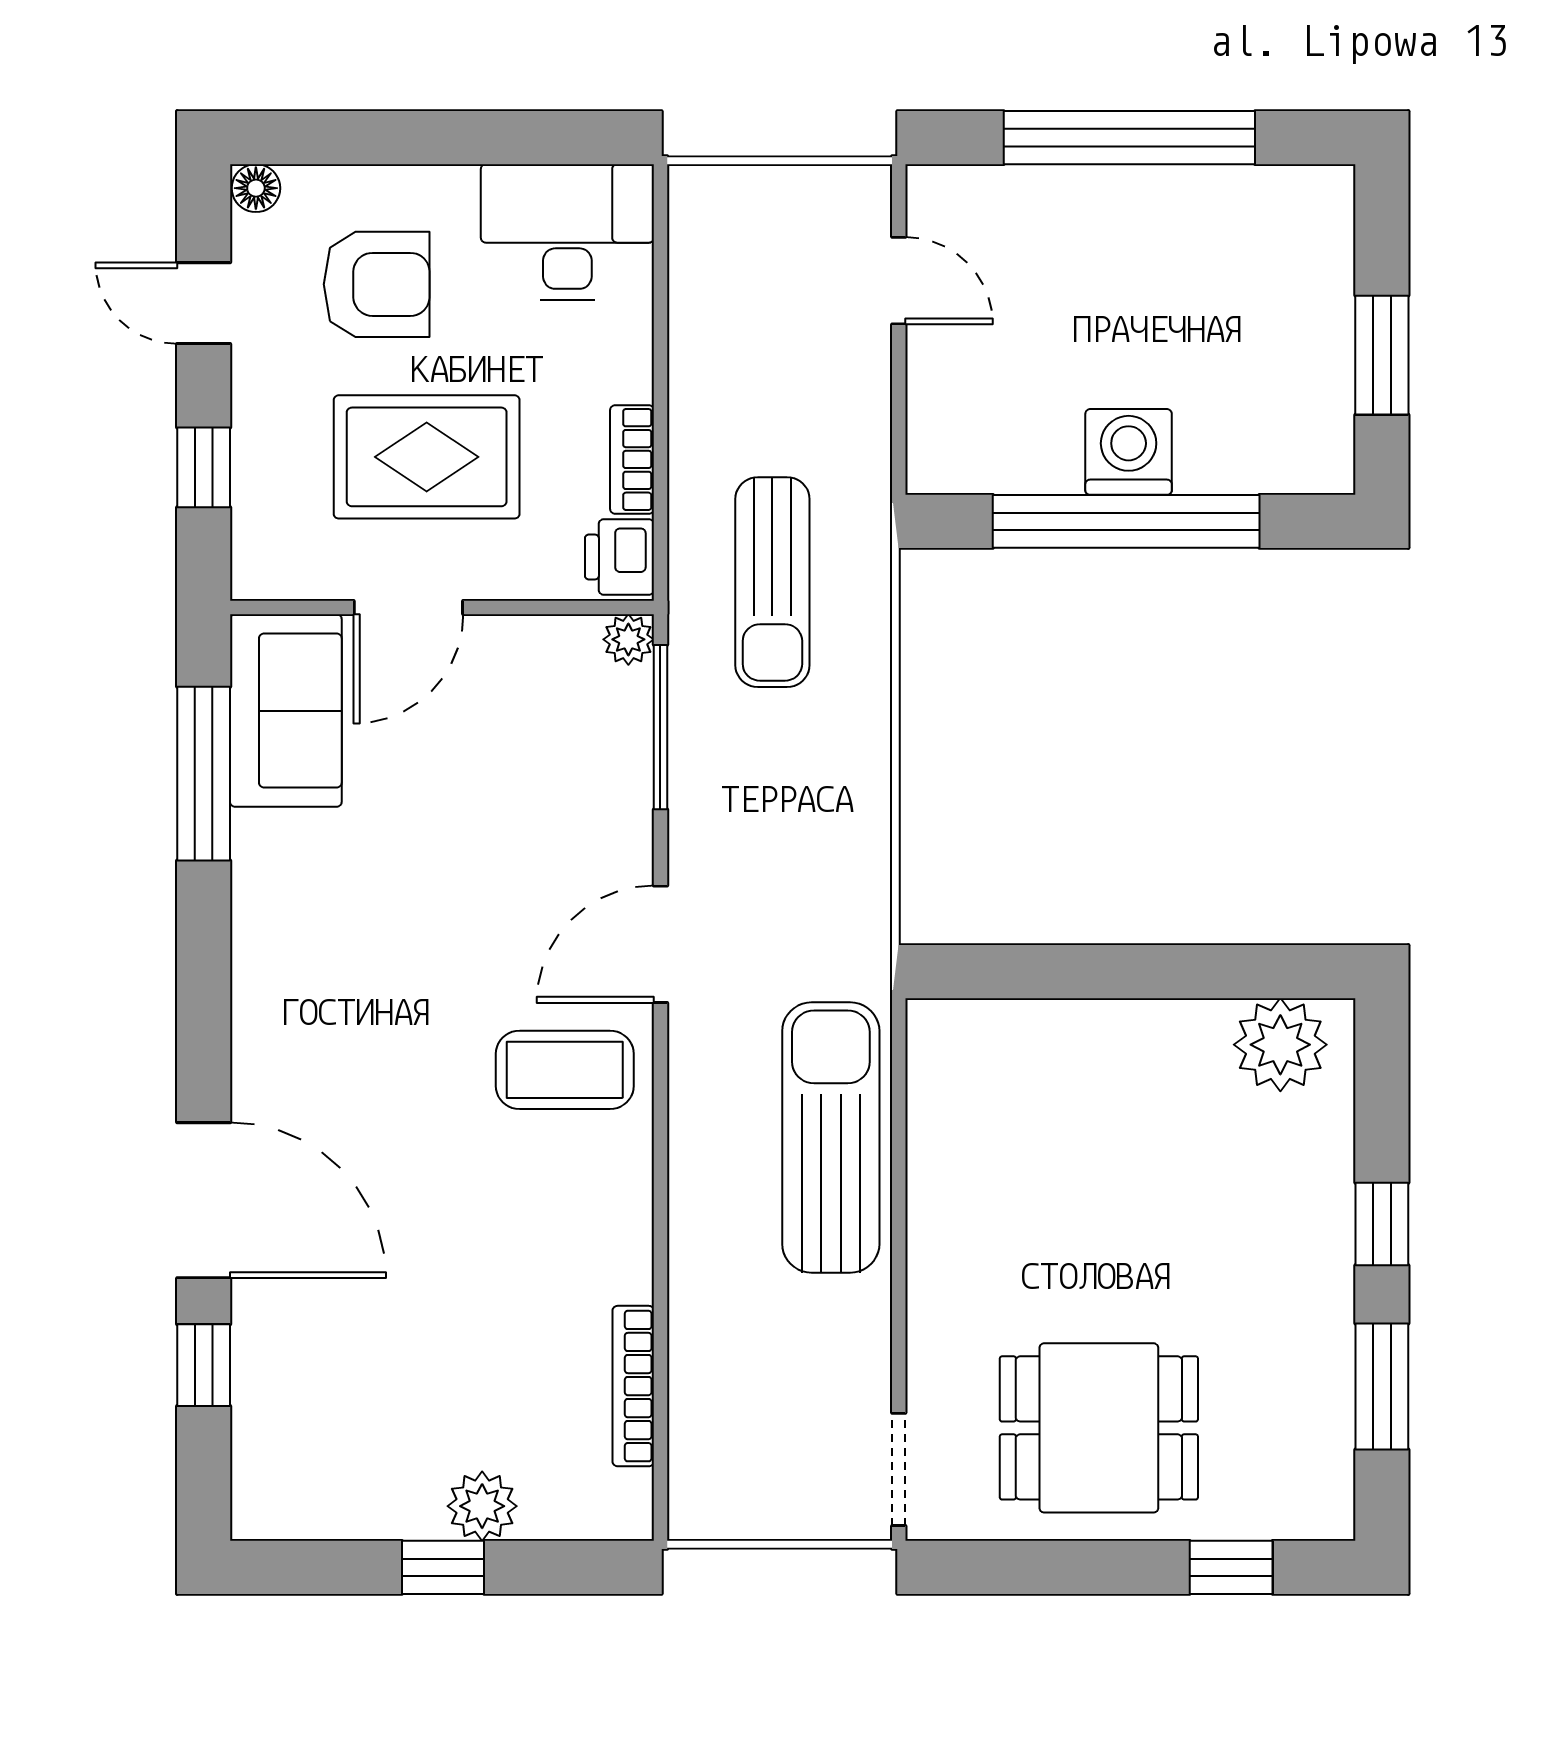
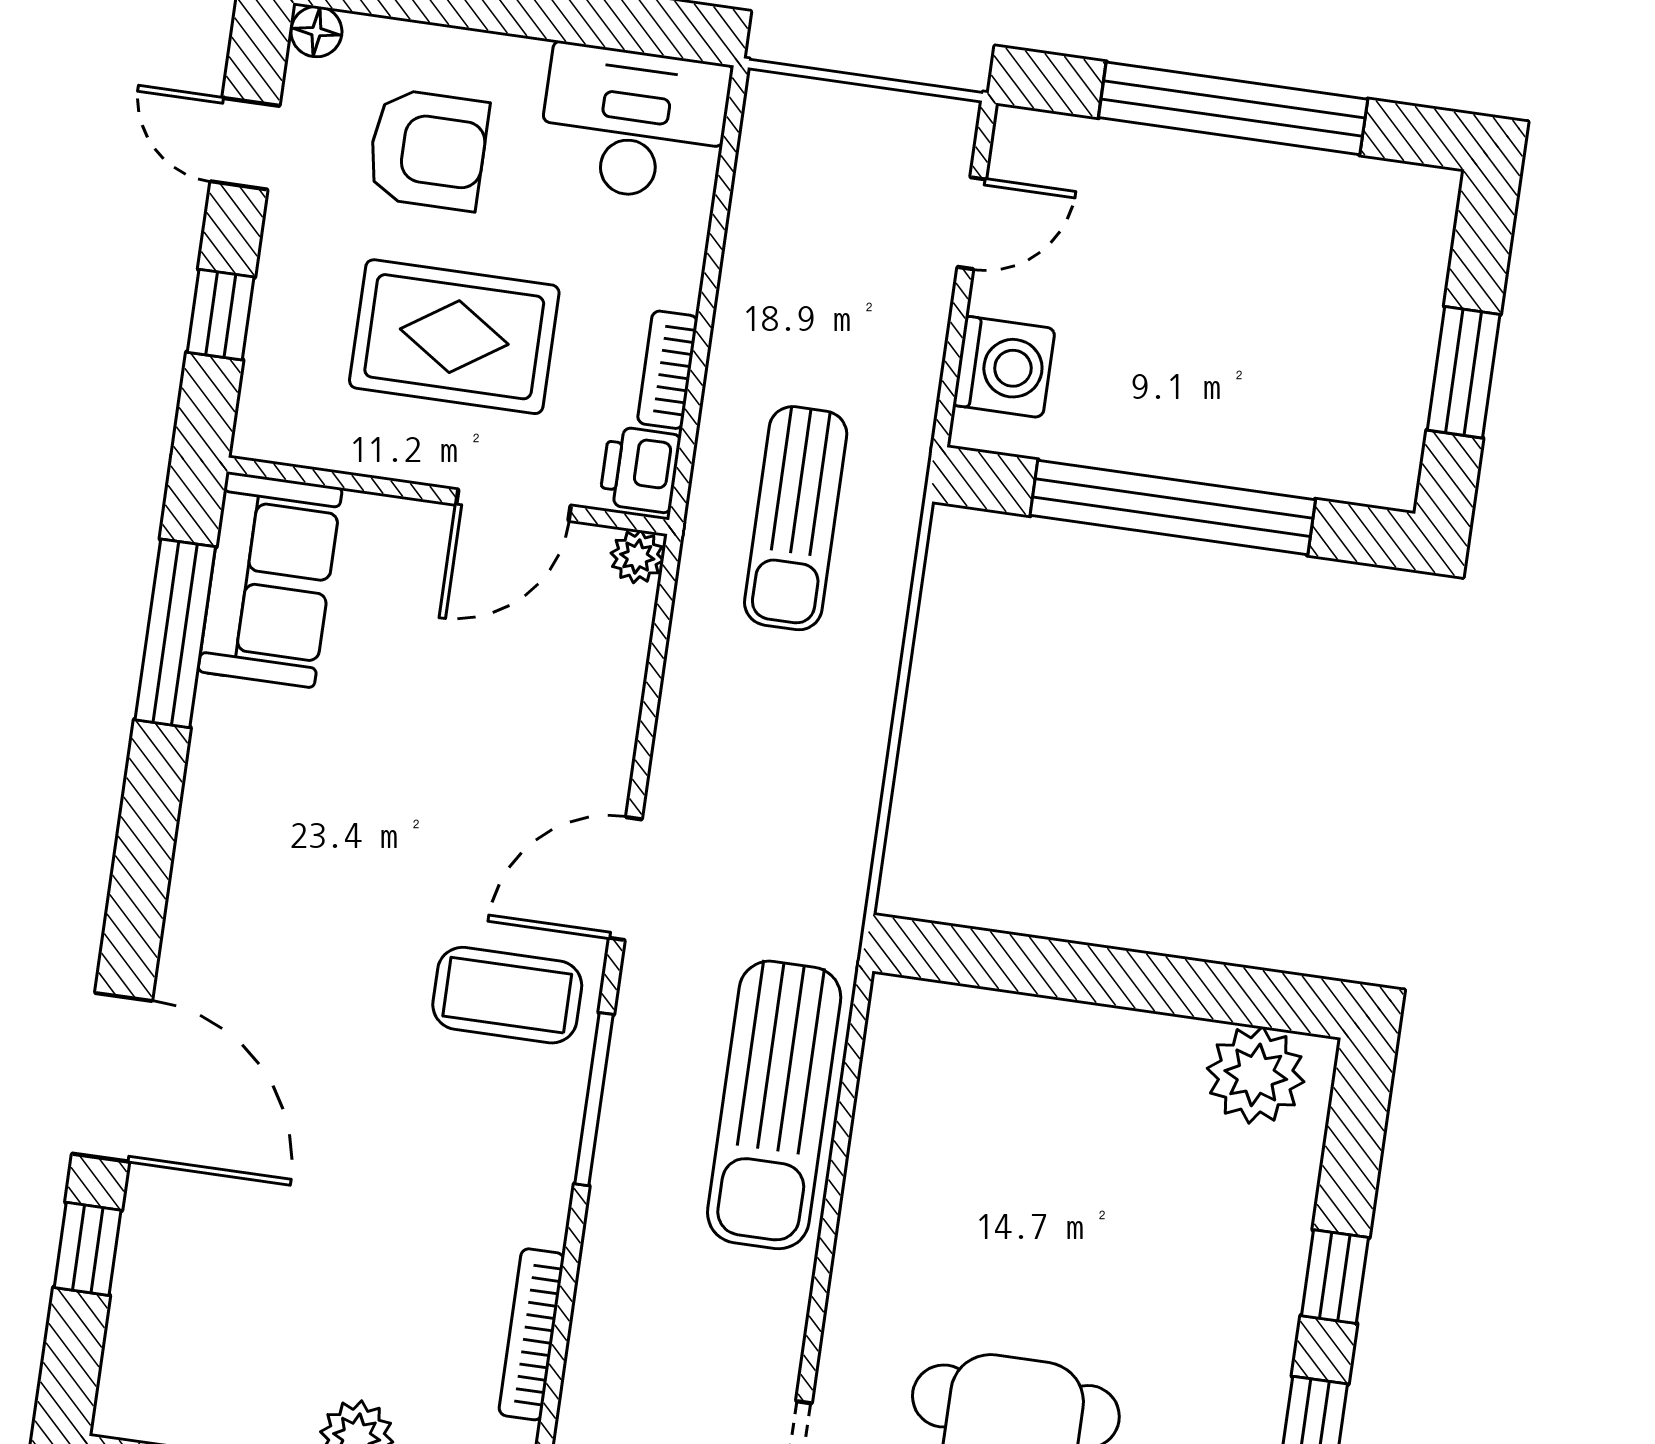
door: (899, 281) -> (972, 223), hinge flipped
washing machine: (1129, 452) -> (1004, 367), moved, turned 90
door: (408, 608) -> (513, 505), moved
window: (660, 727) -> (594, 1099), moved
sun lounger: (831, 1138) -> (774, 1105), turned 180

